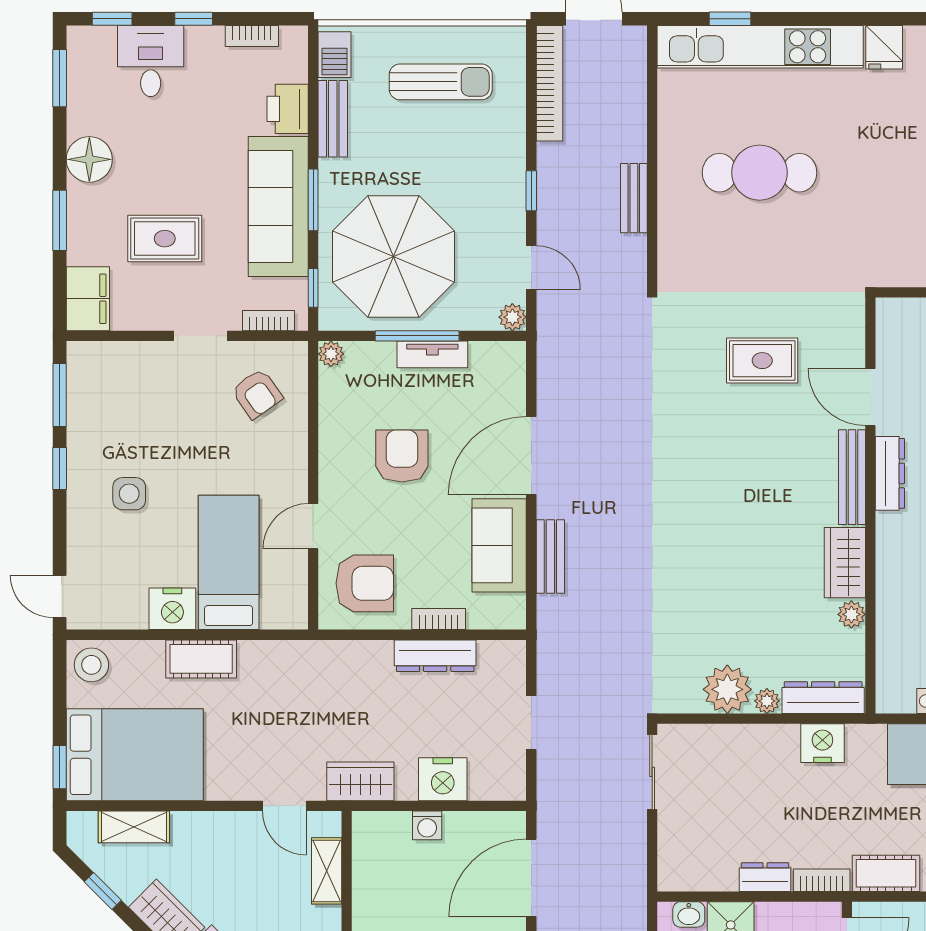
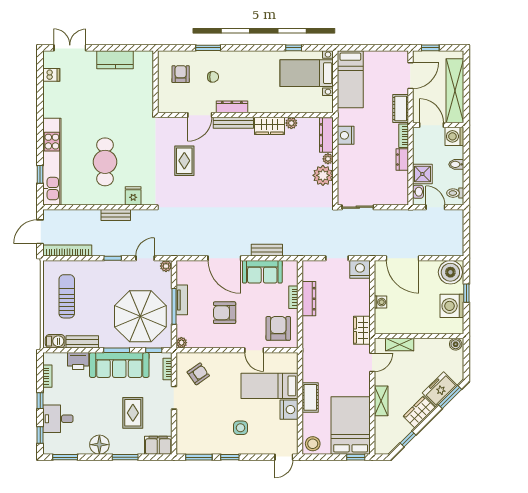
fridge: (884, 47) -> (133, 196), moved, turned -90
nightstand: (443, 779) -> (360, 269), moved, turned -90
shelving: (134, 827) -> (381, 401), moved

